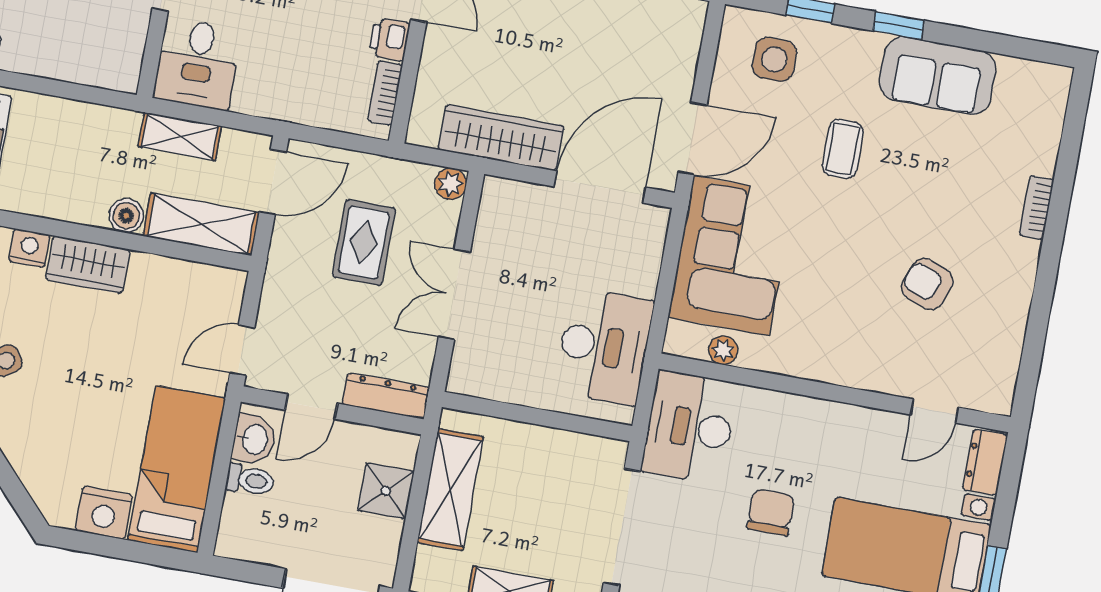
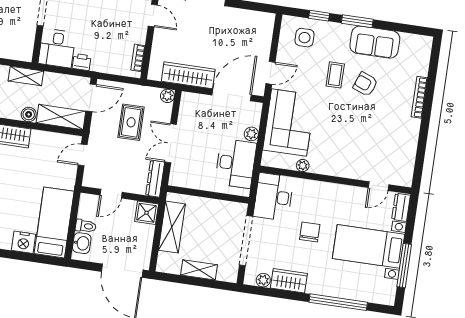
window: (898, 26) -> (357, 21), width x1.50
printer: (389, 39) -> (82, 62), moved, turned 90
shelving: (180, 136) -> (26, 76), moved
door: (692, 139) -> (271, 73), width x0.73
bookcase: (1037, 207) -> (419, 97), width x1.56
plant: (643, 279) -> (251, 134), added
armchair: (927, 284) -> (365, 84), moved
door: (242, 350) -> (83, 155), moved
plant: (723, 350) -> (303, 166), moved
dresser: (386, 396) -> (155, 179), moved, turned -90
washbasin: (254, 439) -> (82, 243), moved
shower: (386, 491) -> (147, 213), moved

